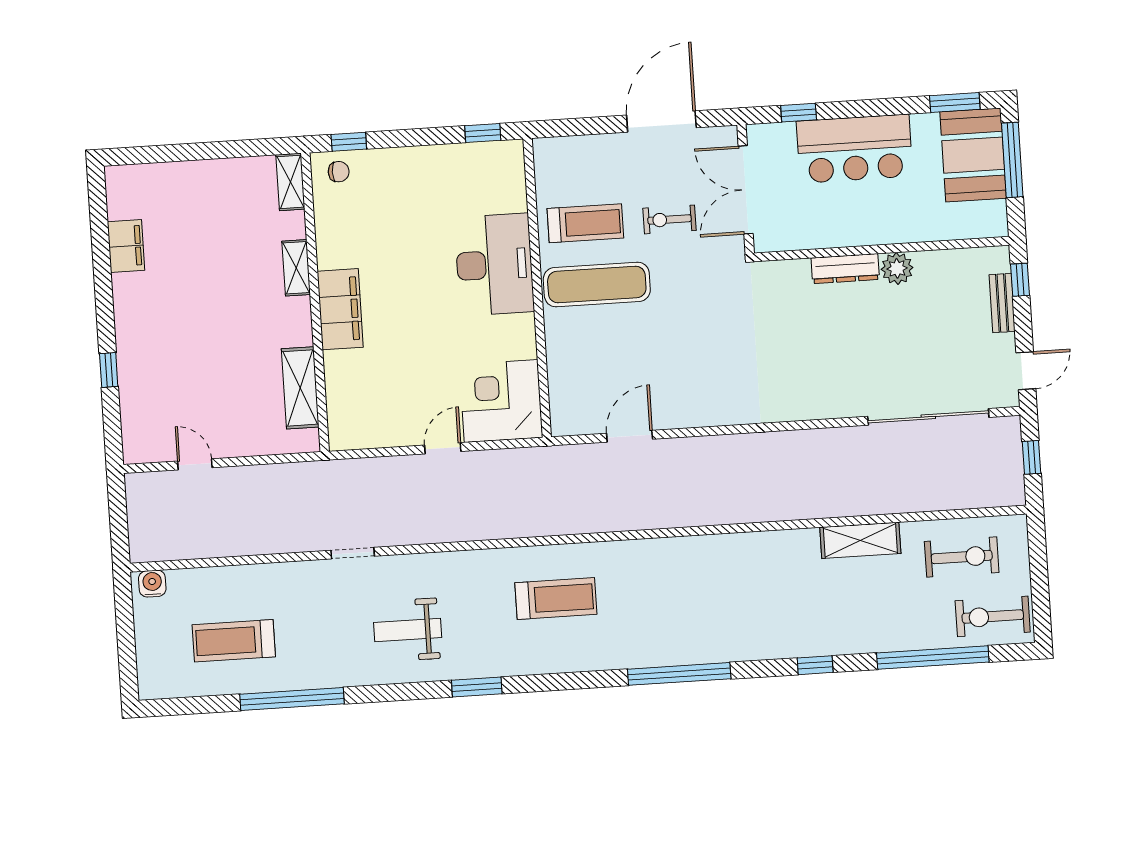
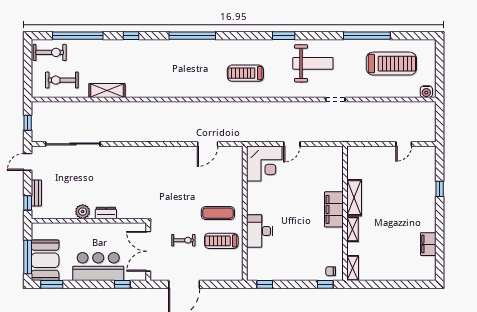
double door: (746, 190) -> (148, 251), swing flipped
desk: (494, 264) -> (260, 231), width x0.73, depth x0.77
dresser: (845, 269) -> (106, 213), width x0.70
exercise mat: (597, 285) -> (218, 213), width x0.73, depth x0.69
shelving: (300, 388) -> (354, 198), moved
door: (195, 464) -> (404, 144), hinge flipped
weight bench: (408, 630) -> (313, 63), width x1.36, depth x1.33
treadmill: (234, 641) -> (391, 64), width x1.37, depth x1.38

